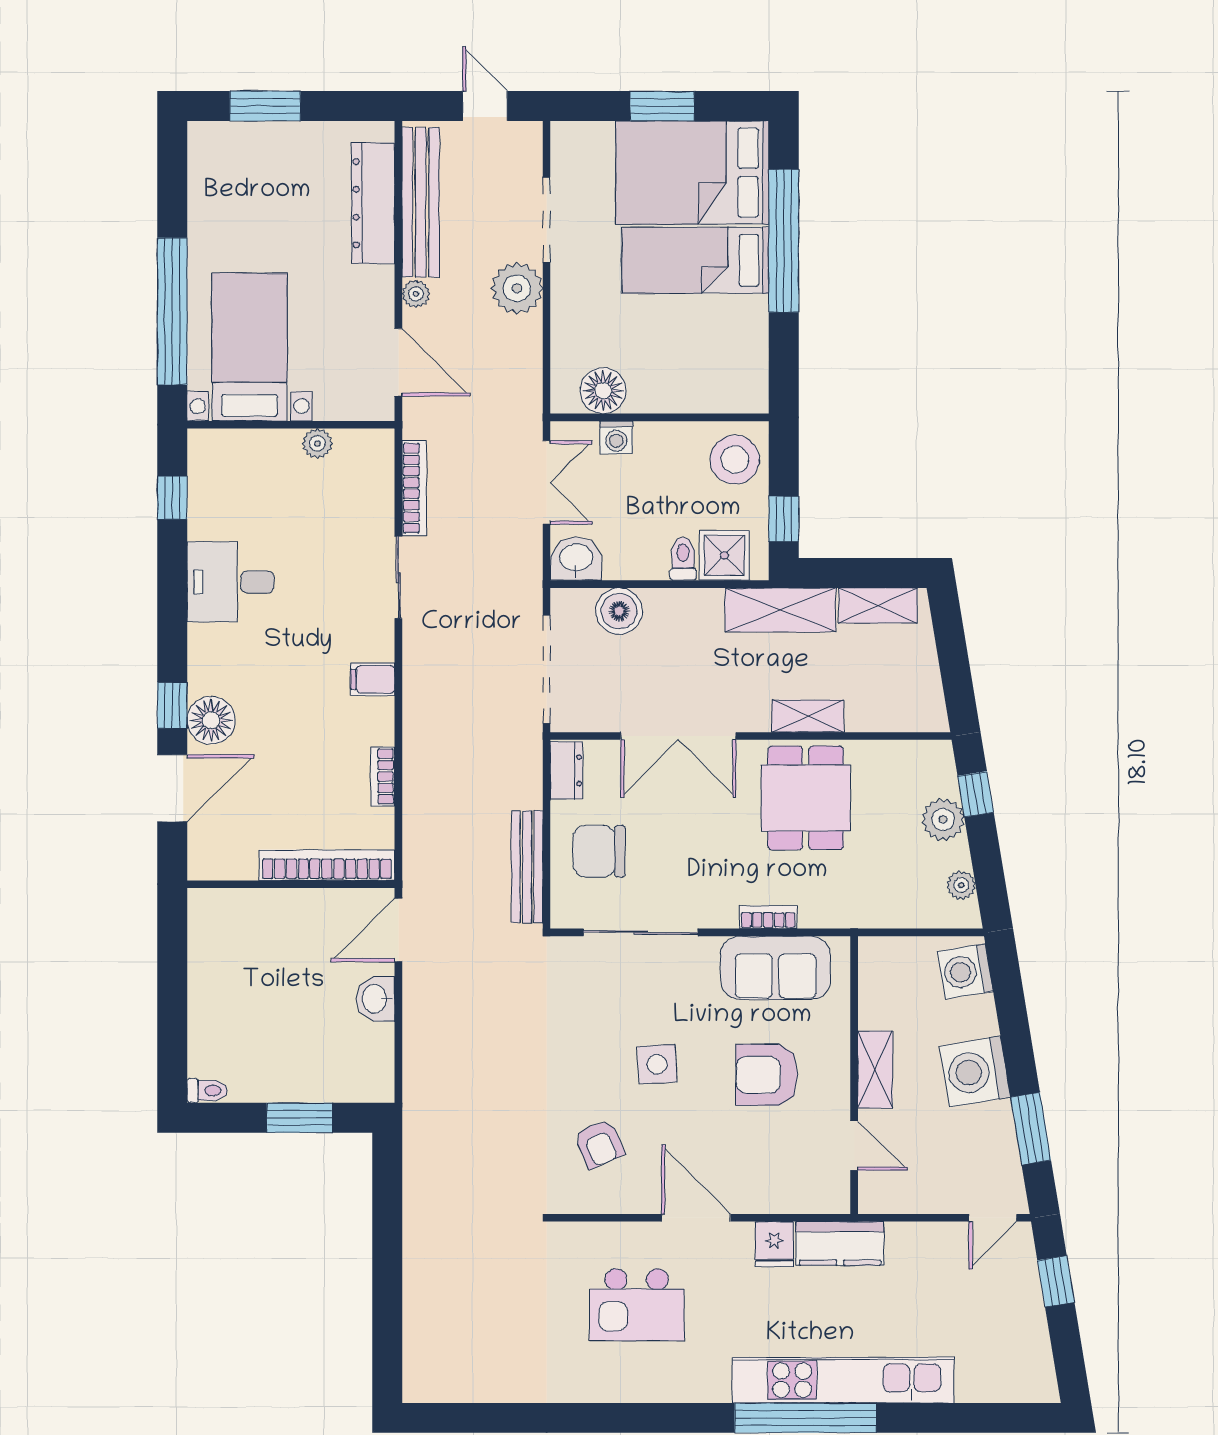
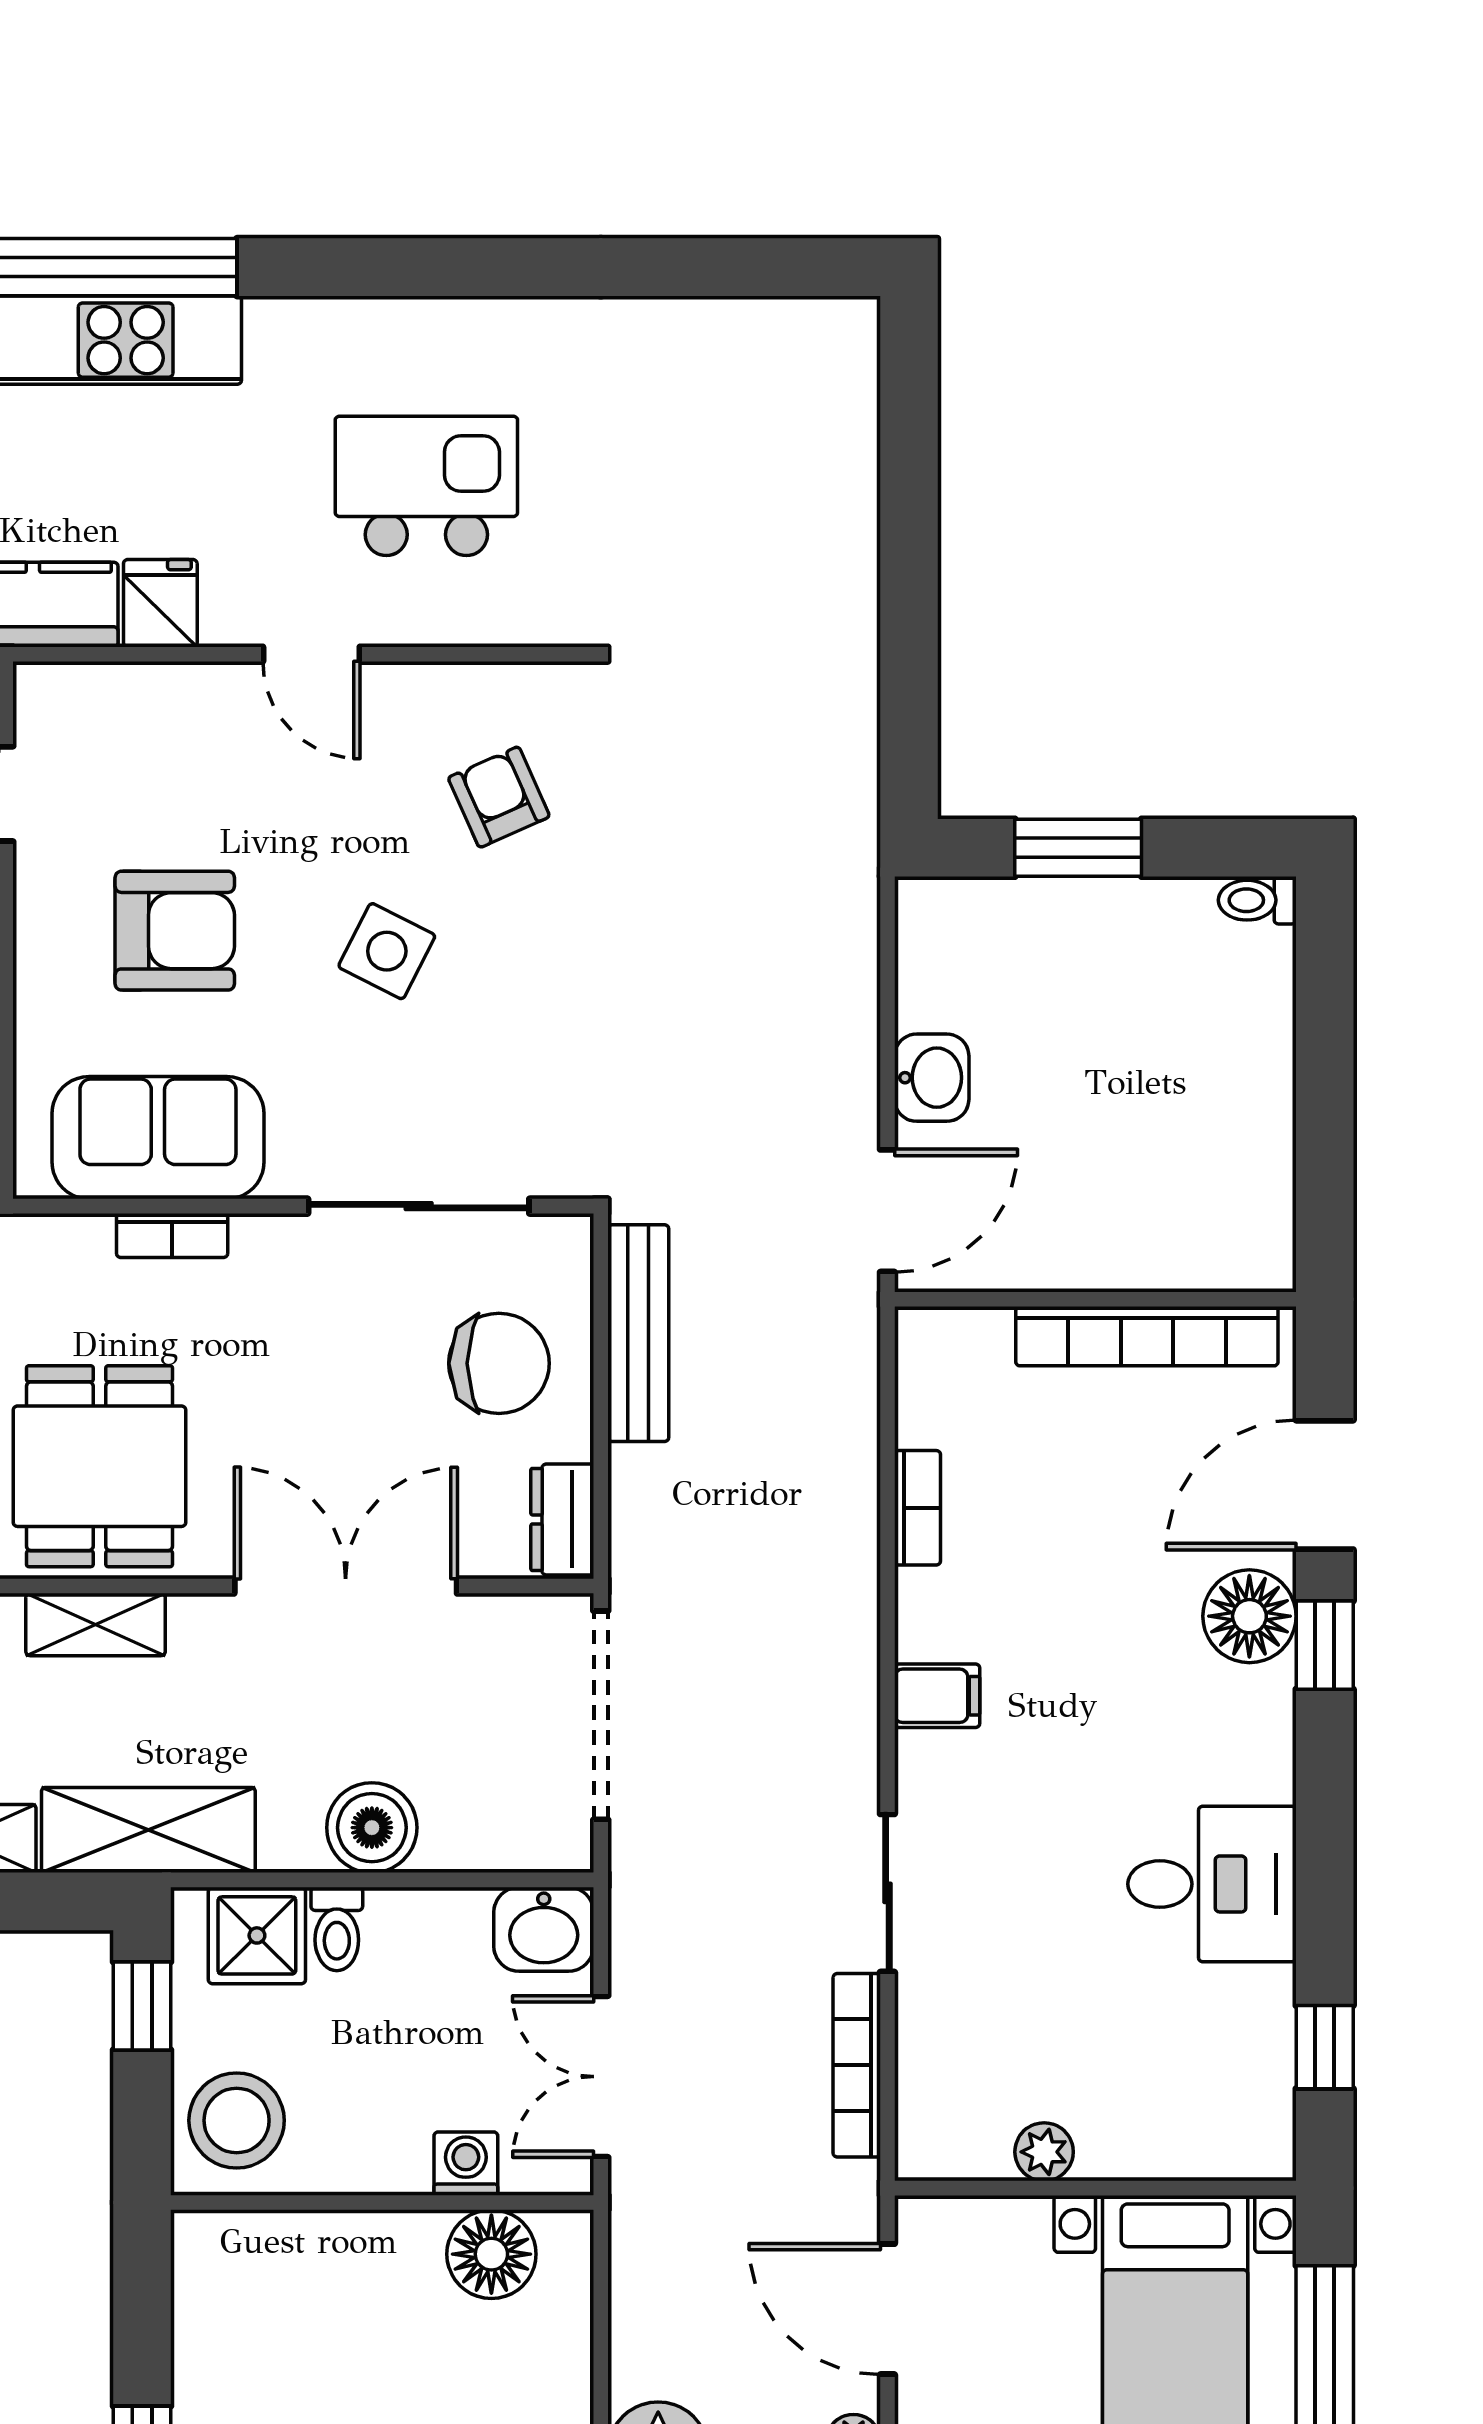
boiler: (619, 611) -> (372, 1828), moved
bookcase: (327, 865) -> (1147, 1336), moved
side table: (657, 1064) -> (387, 951), turned 30
door: (696, 1218) -> (311, 654), width x0.73

